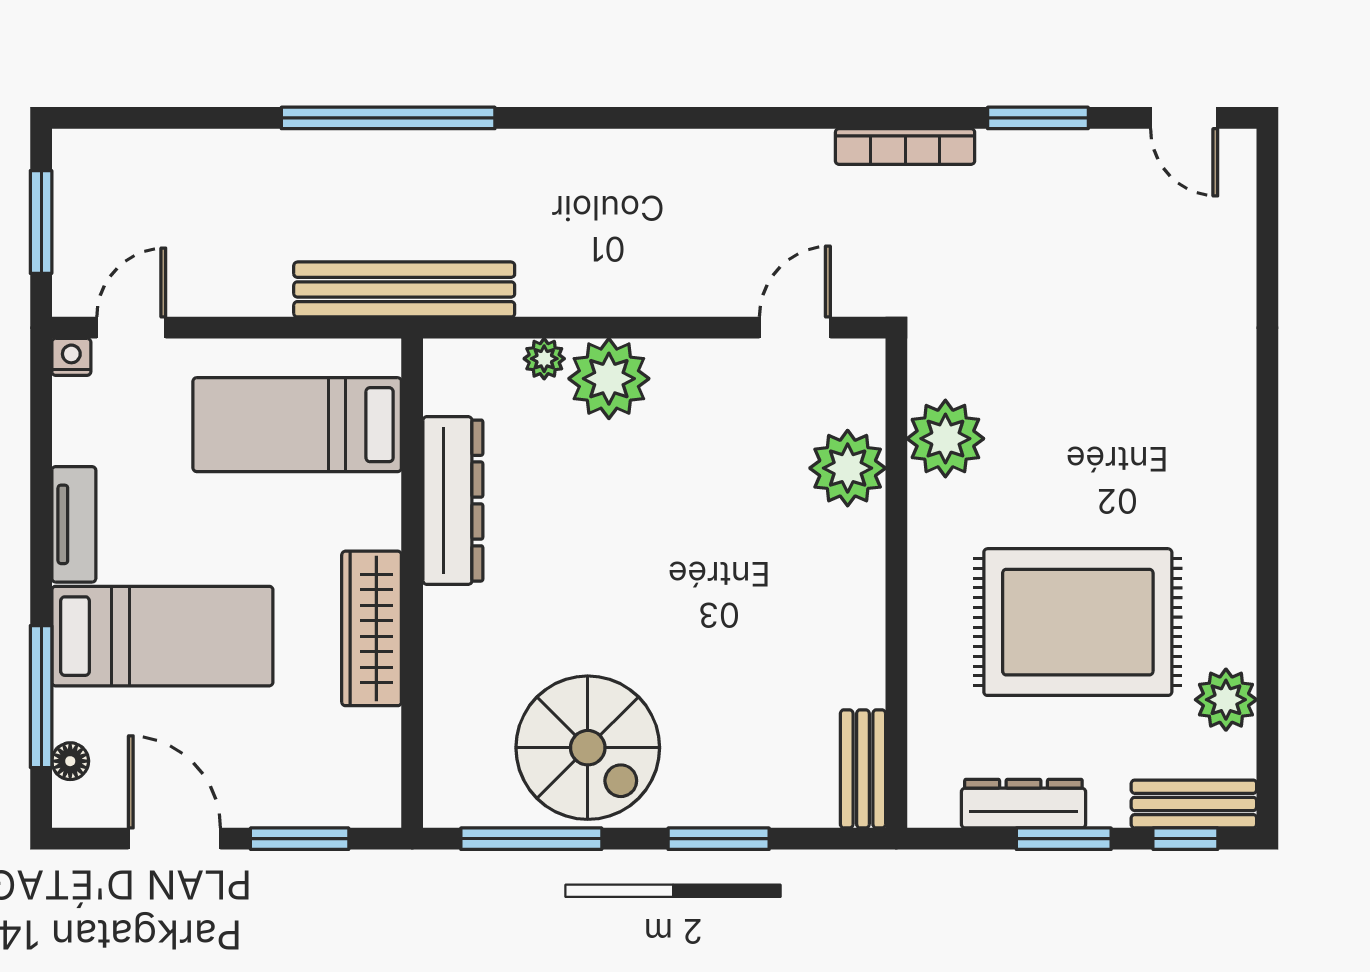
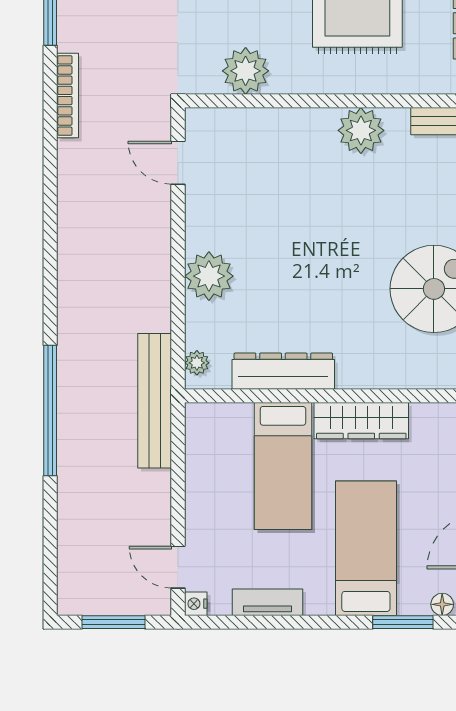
plant: (544, 359) -> (197, 363), moved
bed: (297, 425) -> (283, 466), moved
plant: (848, 468) -> (361, 130), moved
tv unit: (74, 524) -> (268, 602), moved
window: (41, 697) -> (403, 622), width x0.69

